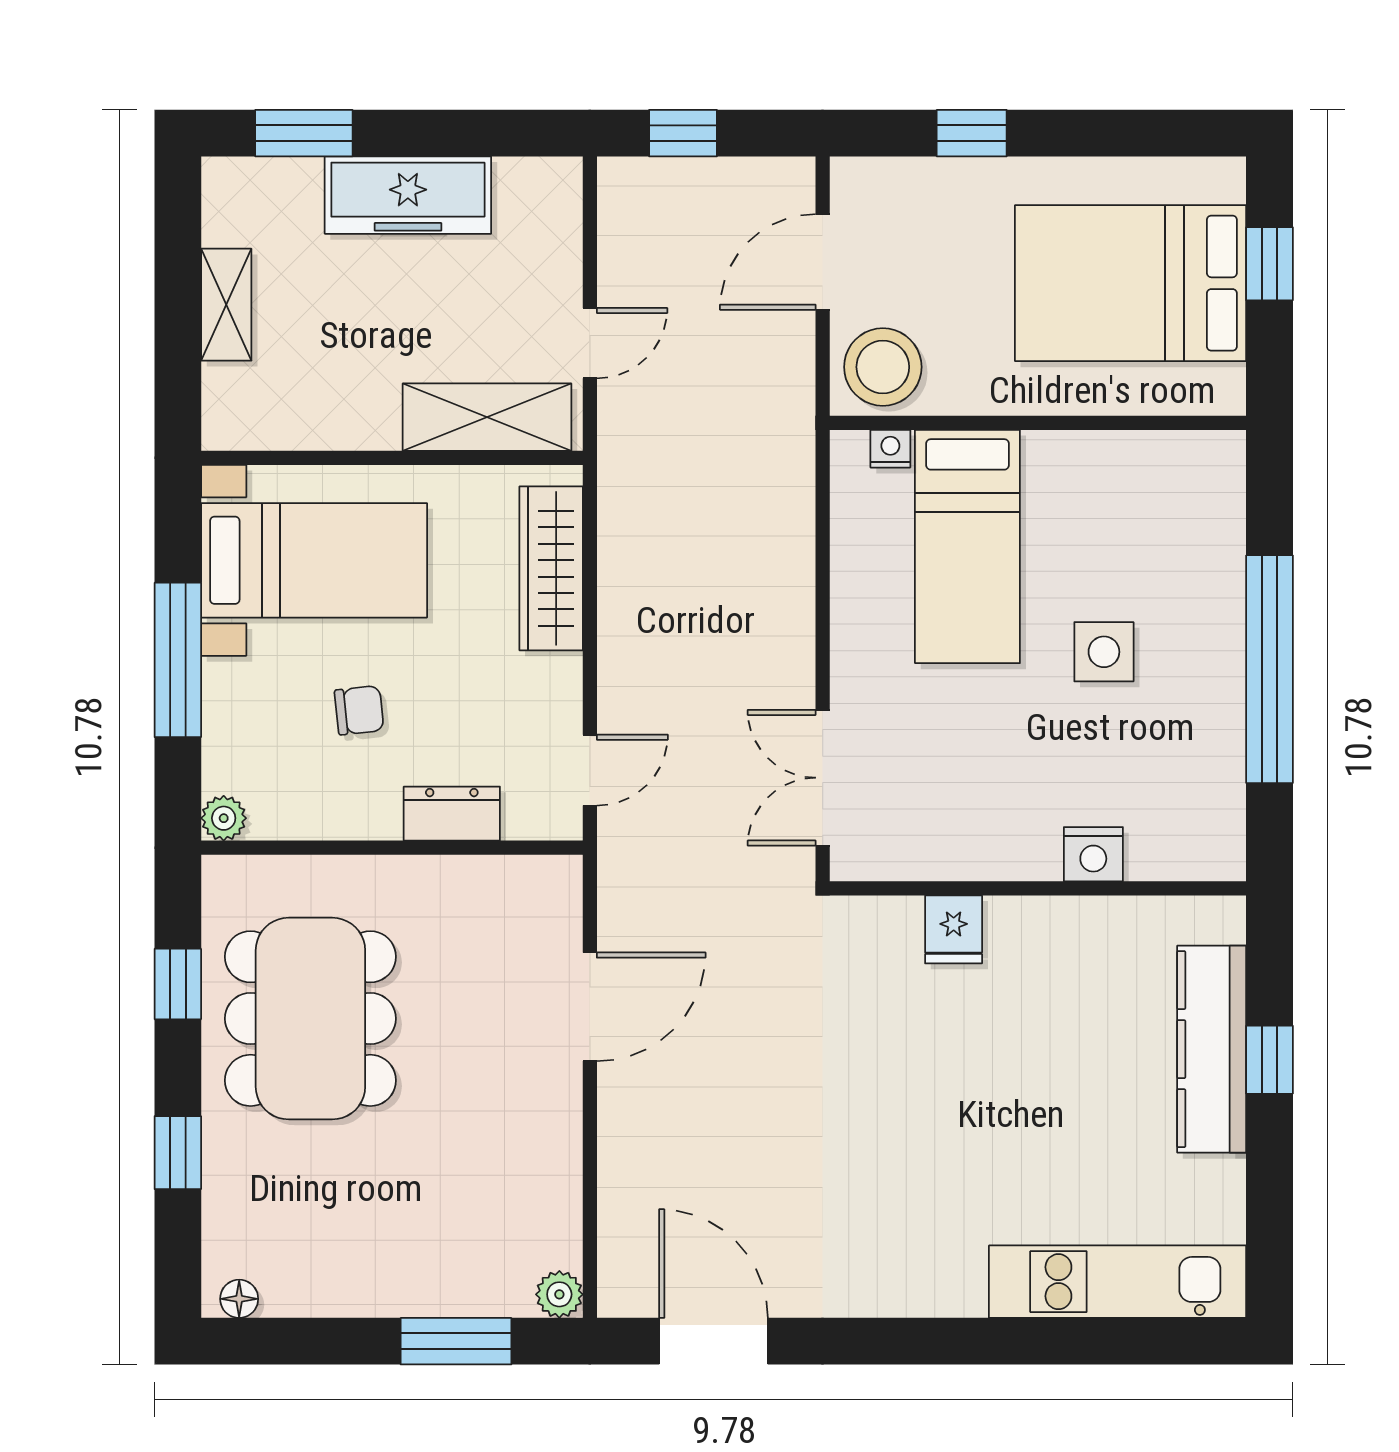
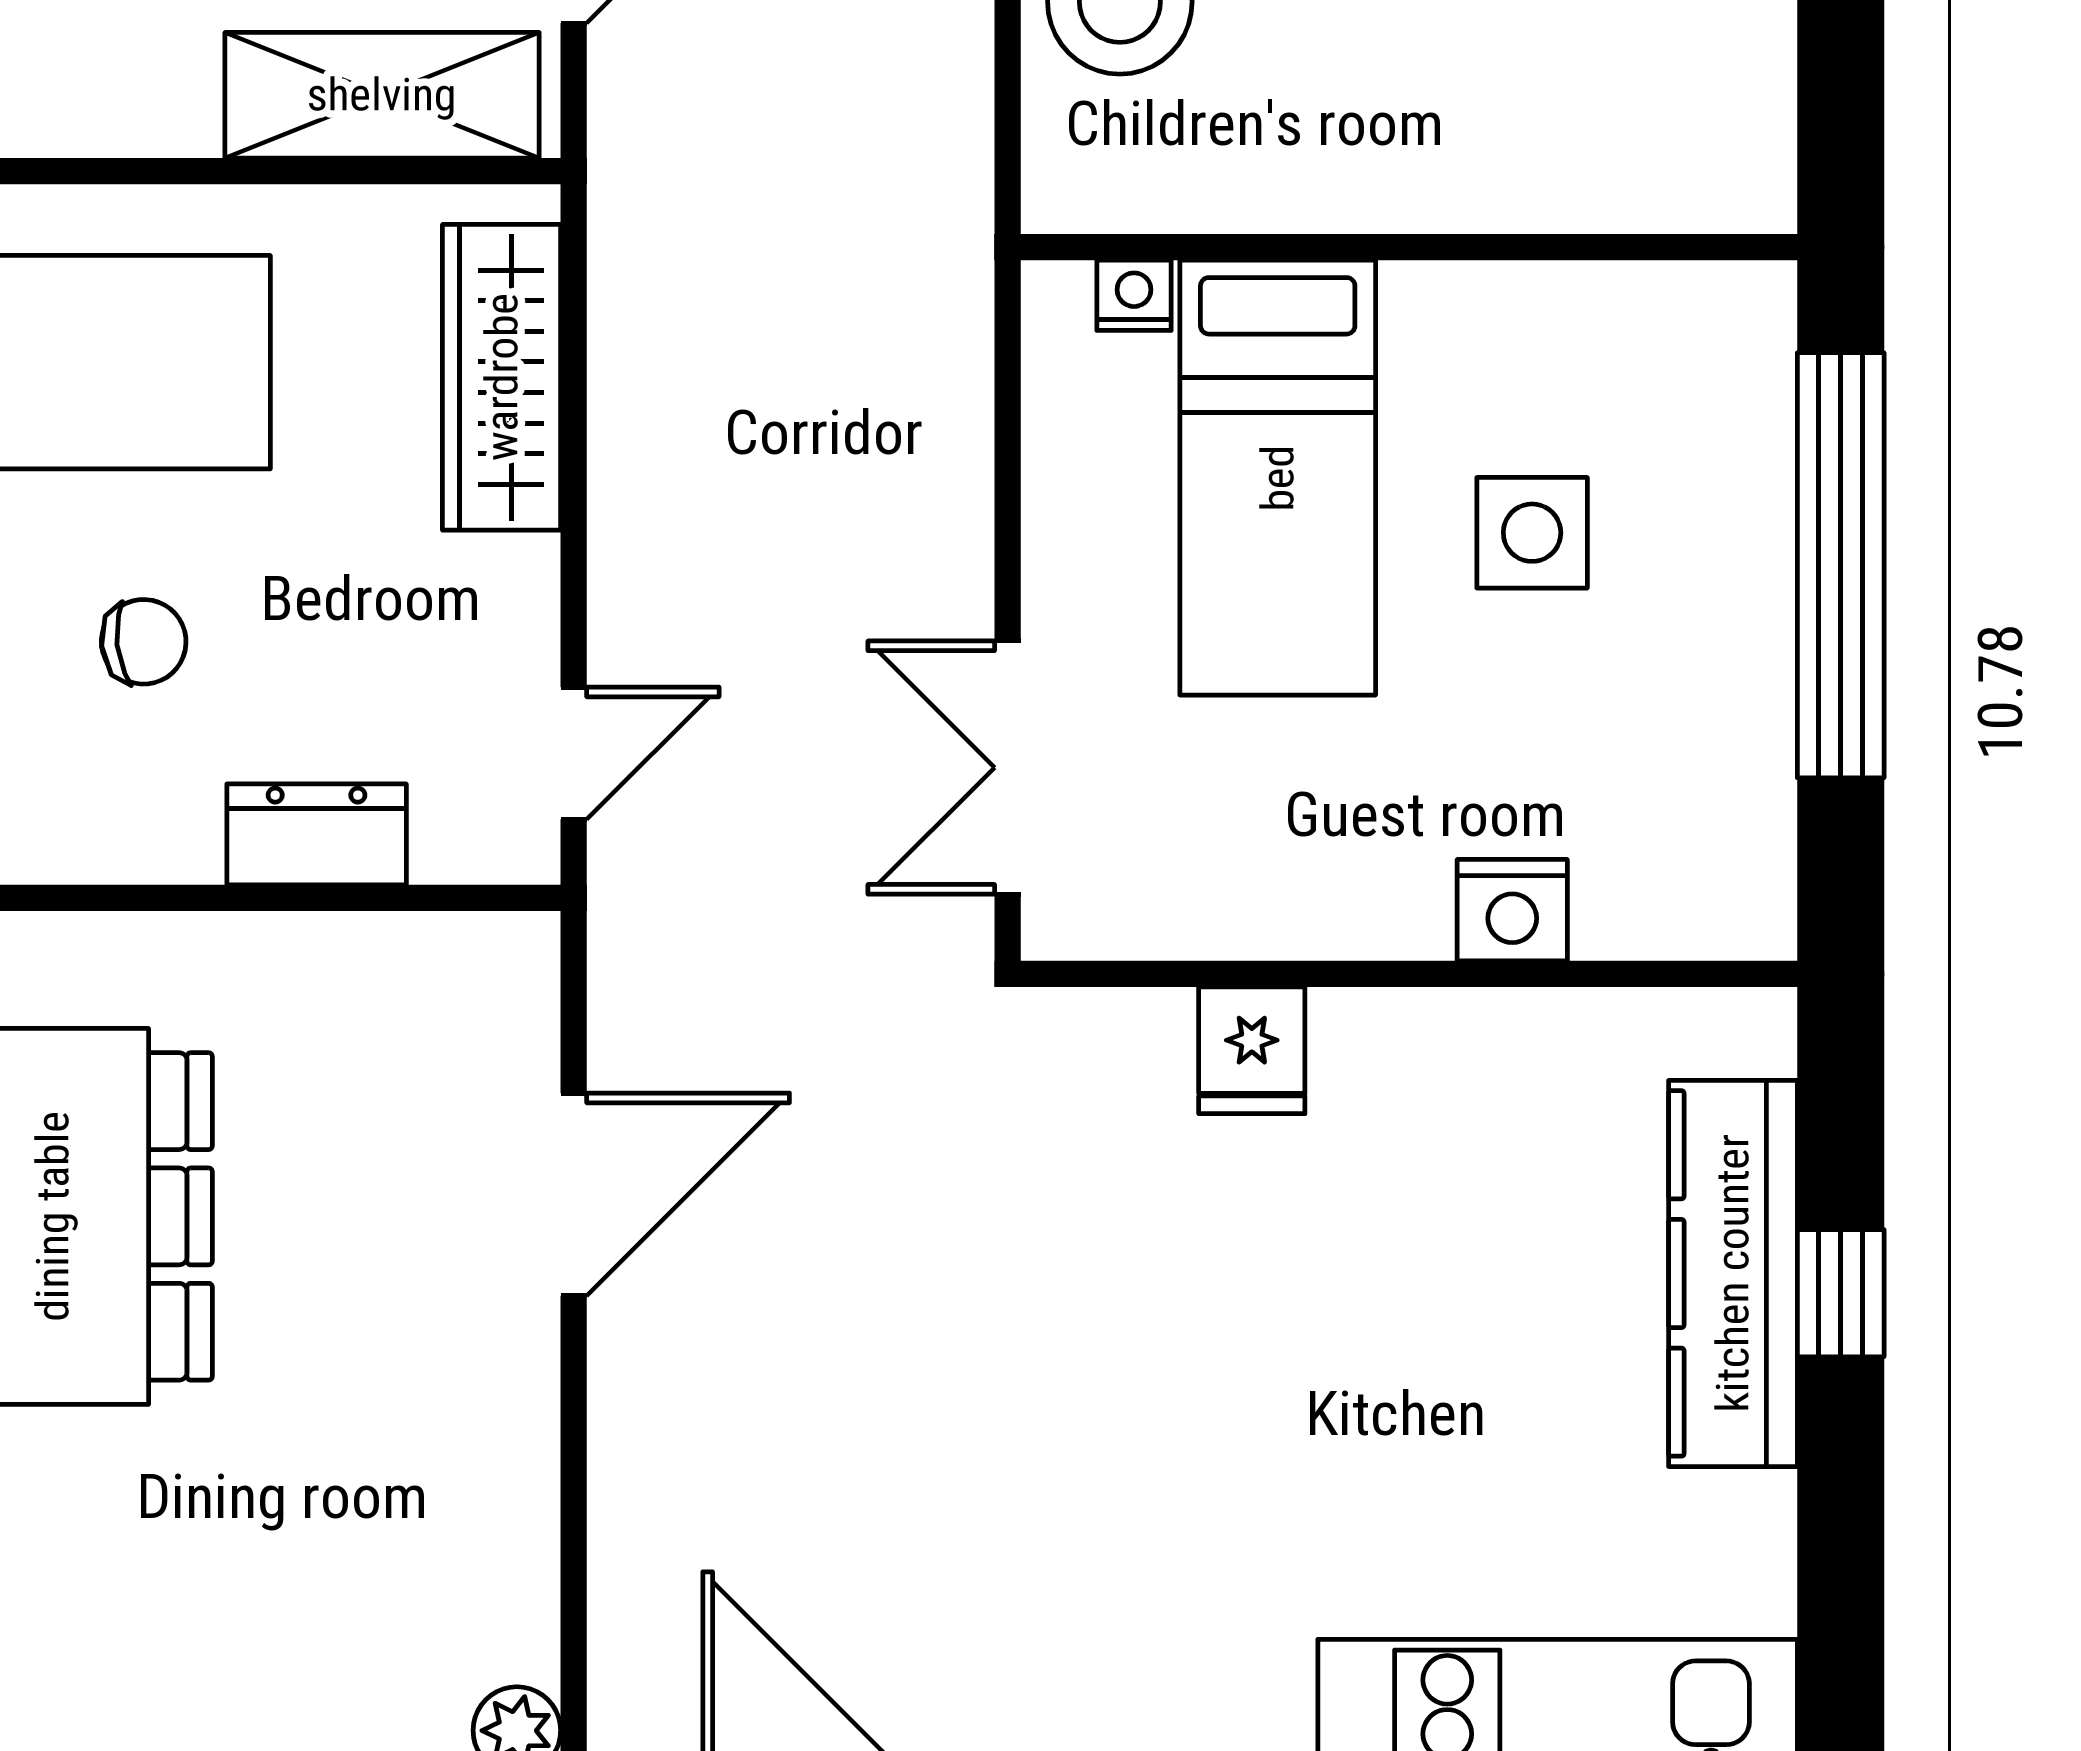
wall: (1038, 423) -> (1409, 247), moved
nightstand: (890, 449) -> (1134, 295), moved
bed: (967, 547) -> (1278, 478), moved

